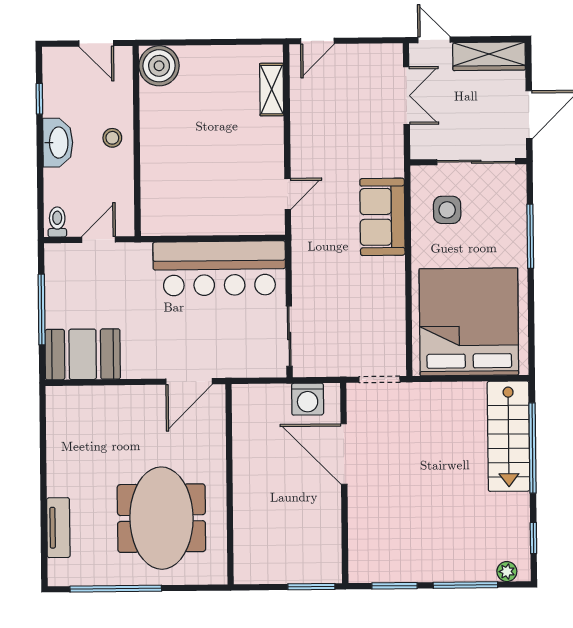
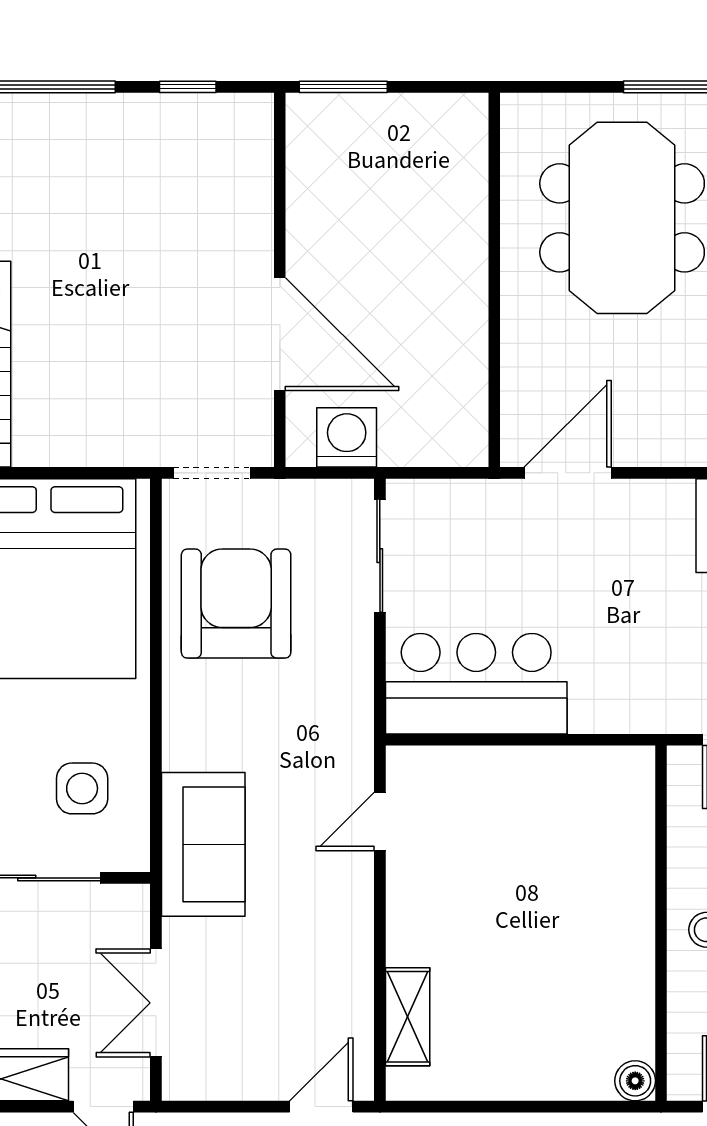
boiler: (159, 66) -> (635, 1081), width x0.54, depth x0.54
sofa: (382, 217) -> (203, 844), moved
bar counter: (219, 268) -> (476, 684), width x0.73
armchair: (366, 310) -> (236, 604), added
window: (395, 586) -> (188, 87), width x0.67

